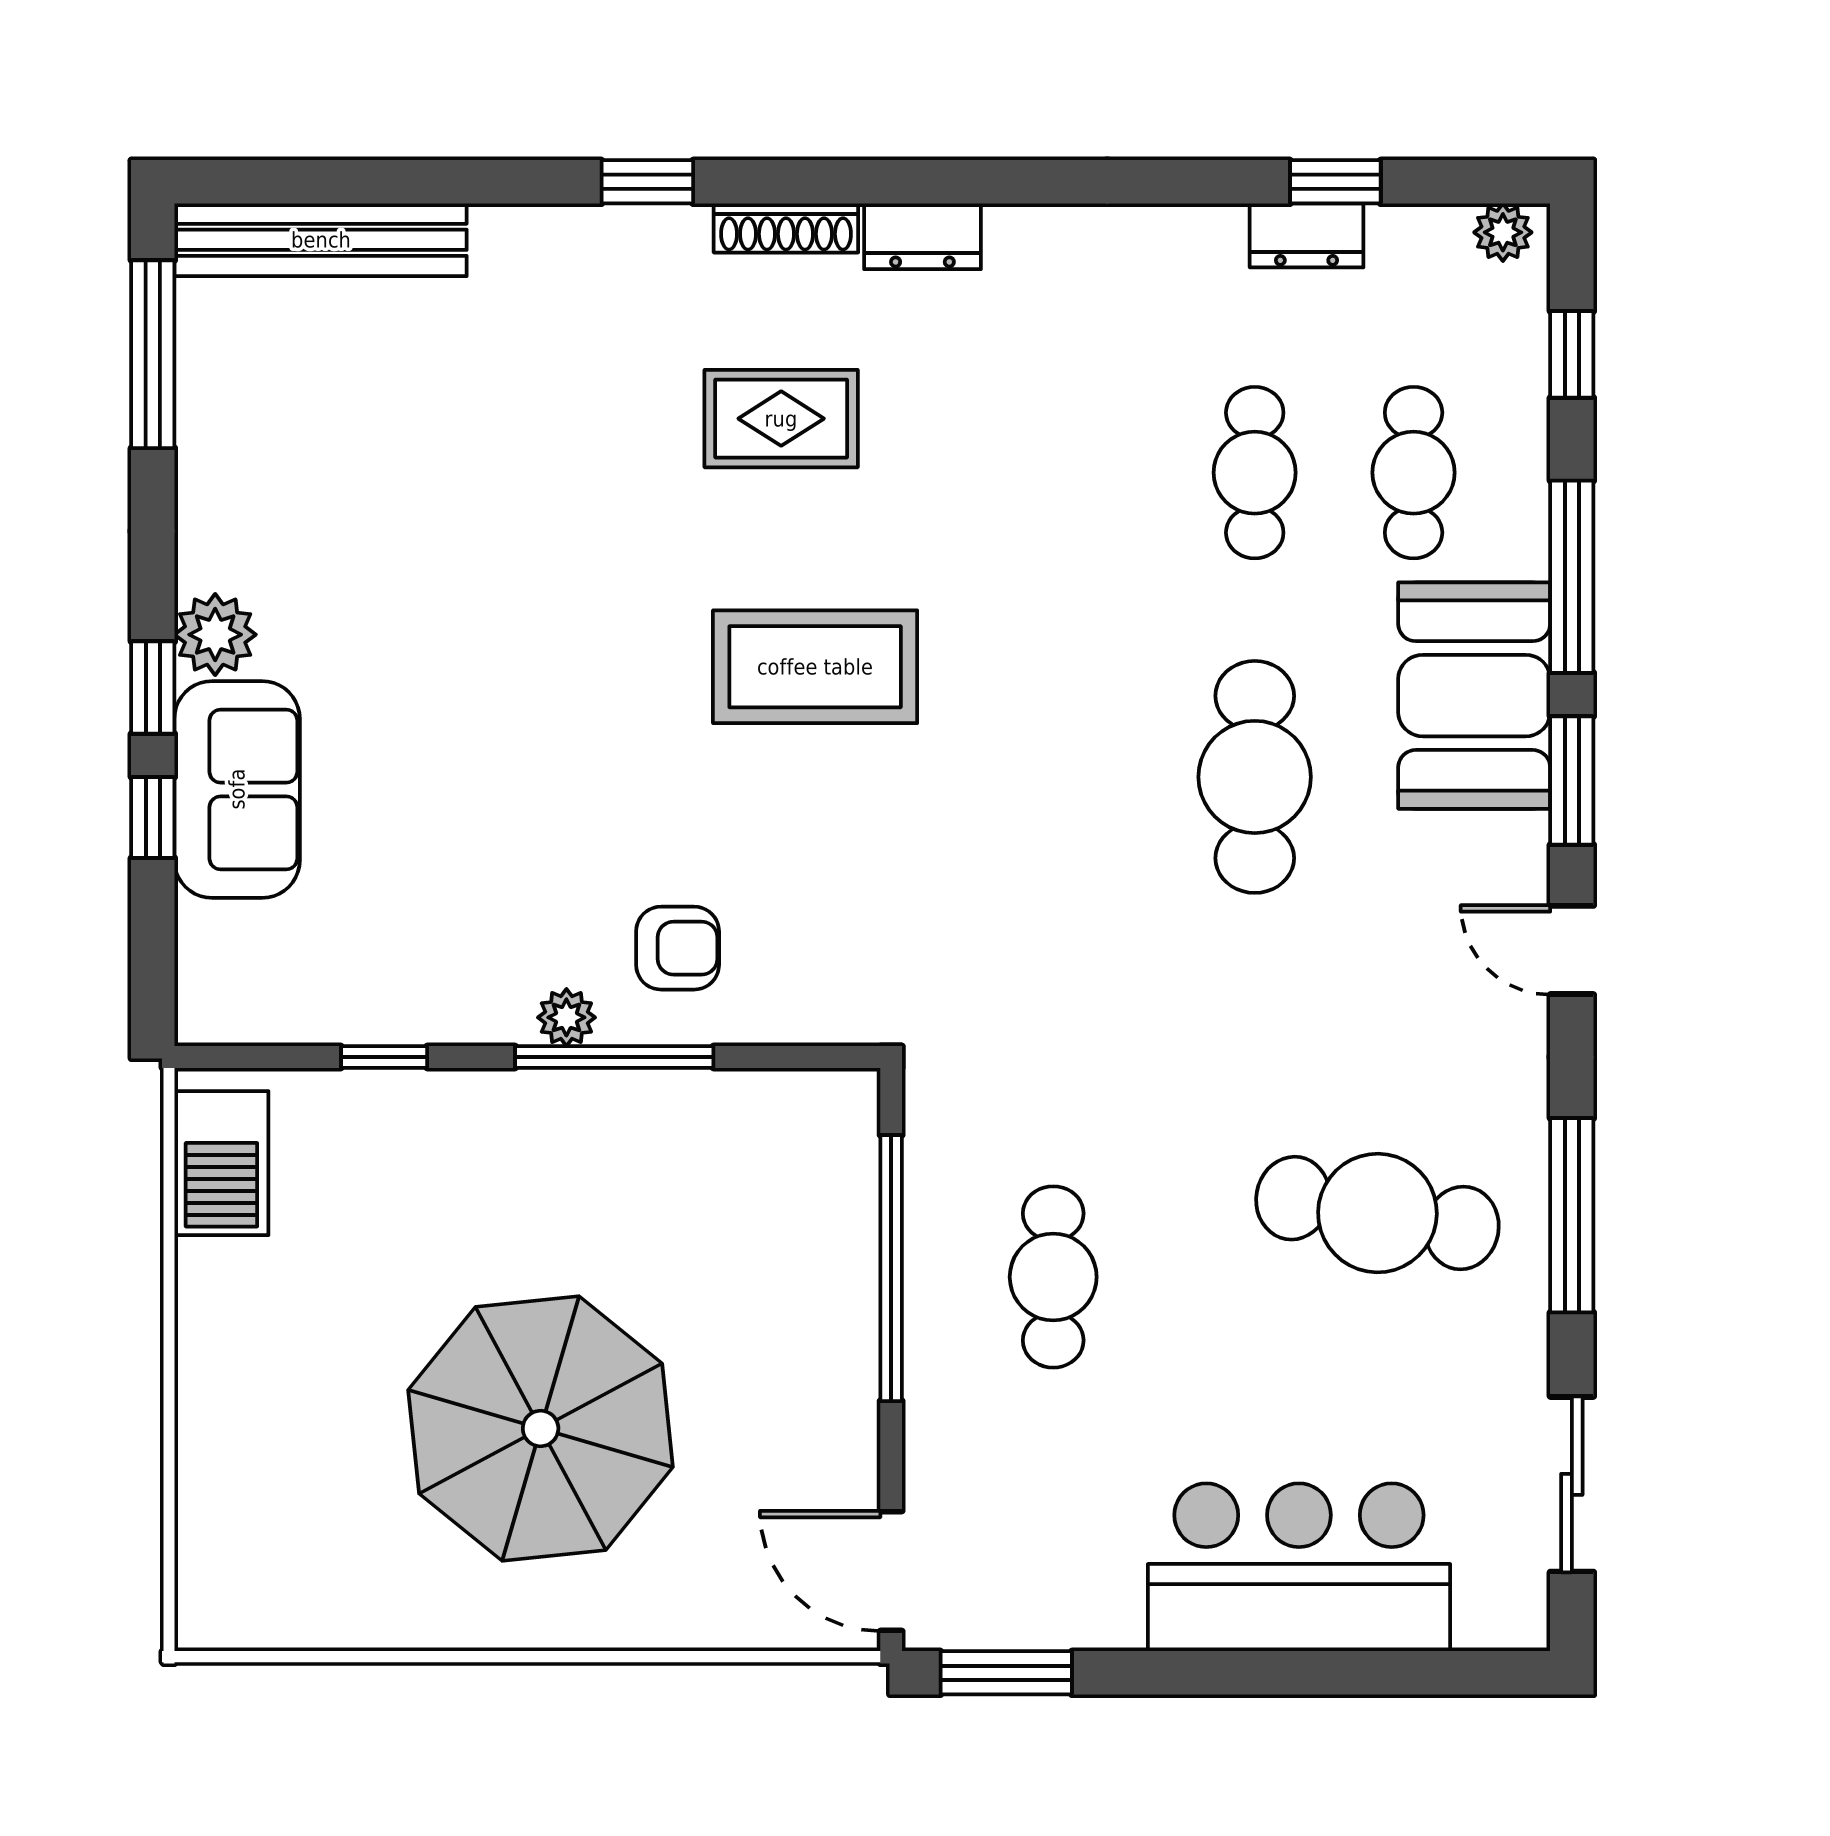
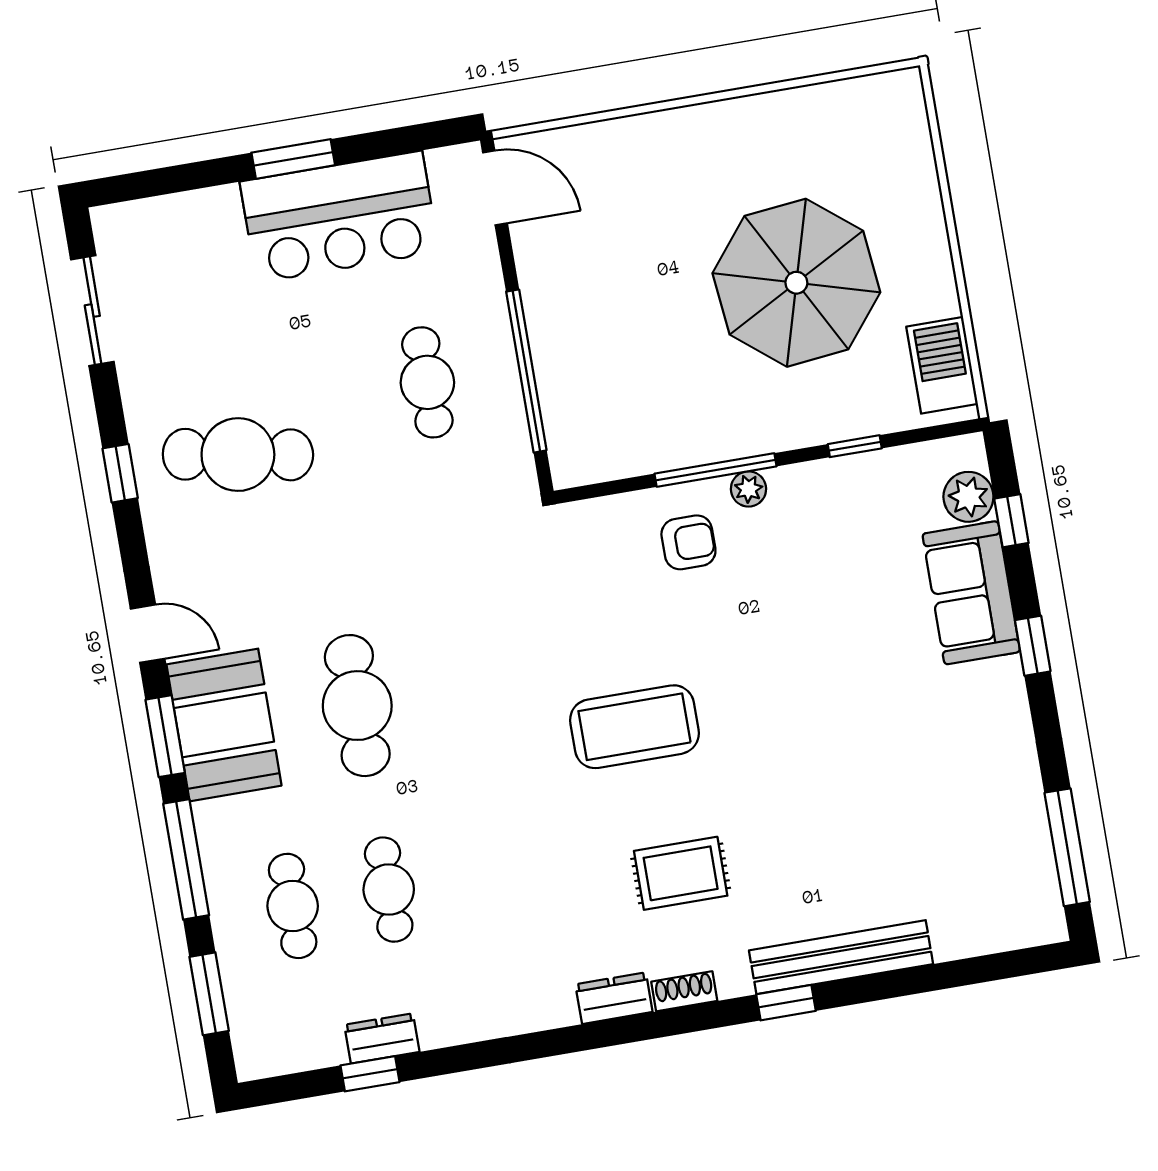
shoe rack: (786, 228) -> (684, 991), width x0.70
plant: (1503, 232) -> (263, 1061), removed
bench: (321, 240) -> (841, 957), moved
window: (1572, 354) -> (209, 994), width x1.50
plant: (215, 635) -> (968, 497), moved
booth: (1474, 696) -> (224, 725), moved
window: (153, 818) -> (1011, 521), moved
armchair: (678, 948) -> (688, 542), turned 180
window: (1572, 1215) -> (120, 473), width x0.46
parasol: (541, 1429) -> (796, 283), moved
bar counter: (1299, 1567) -> (339, 217), moved
window: (1006, 1673) -> (293, 159), moved

